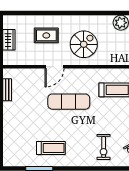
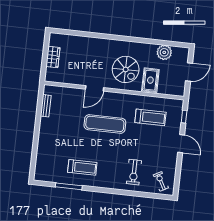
rug: (46, 35) -> (150, 80), moved, turned 90
spiral stairs: (84, 44) -> (126, 69), turned 90

